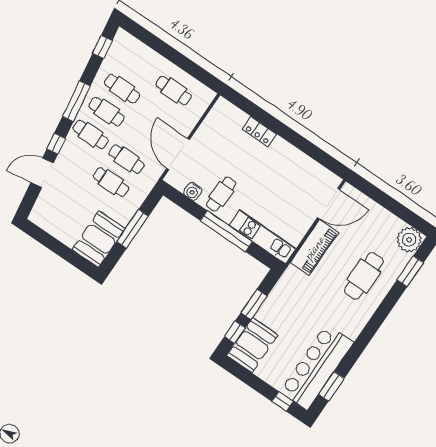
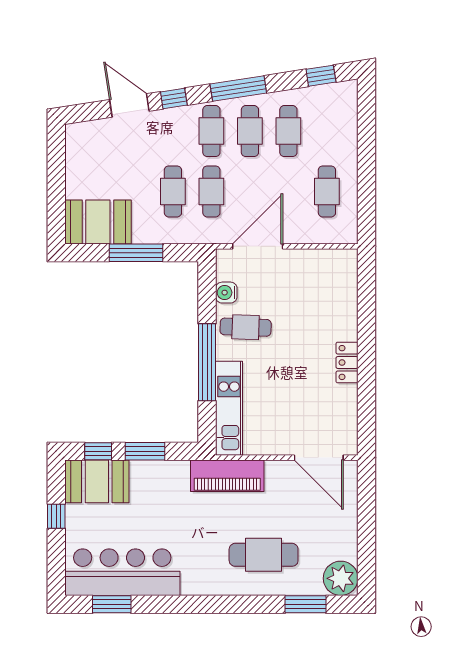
locker: (259, 132) -> (347, 363), moved
piano: (314, 247) -> (227, 476), moved
window: (282, 401) -> (56, 516), moved

